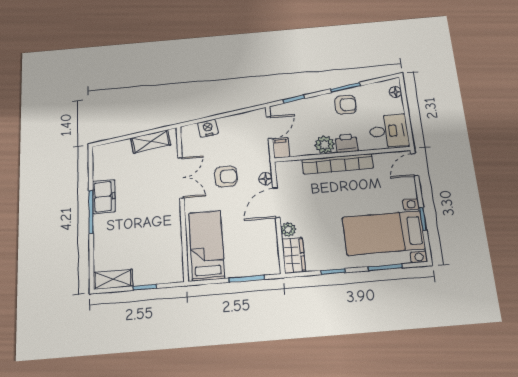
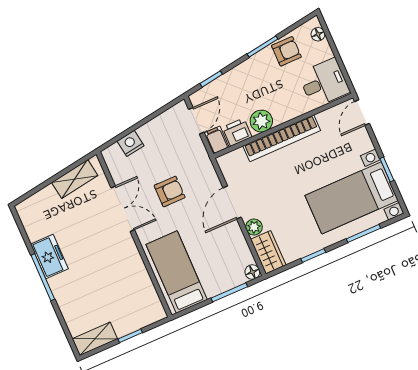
armchair: (346, 105) -> (286, 51), moved
printer: (347, 143) -> (237, 132), moved
floor lamp: (266, 179) -> (252, 272), moved

